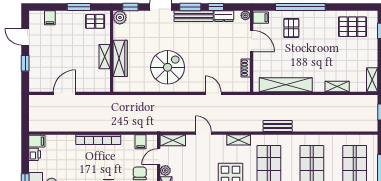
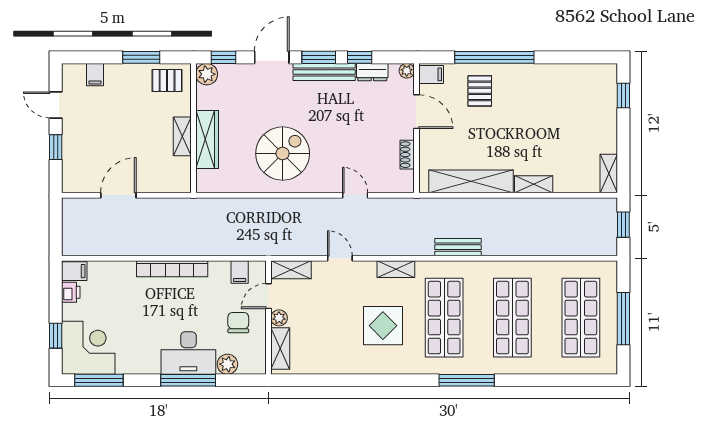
pallet: (352, 27) -> (577, 89), removed
shelving: (337, 87) -> (534, 184), moved

